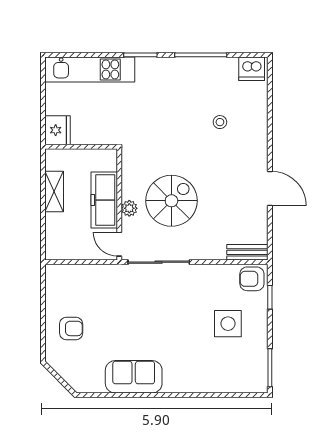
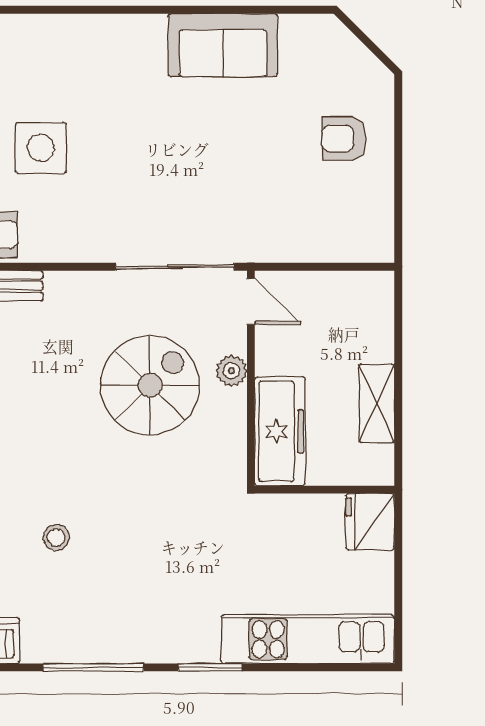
freezer: (104, 200) -> (280, 431), moved
spiral stairs: (171, 201) -> (150, 385), turned 180

